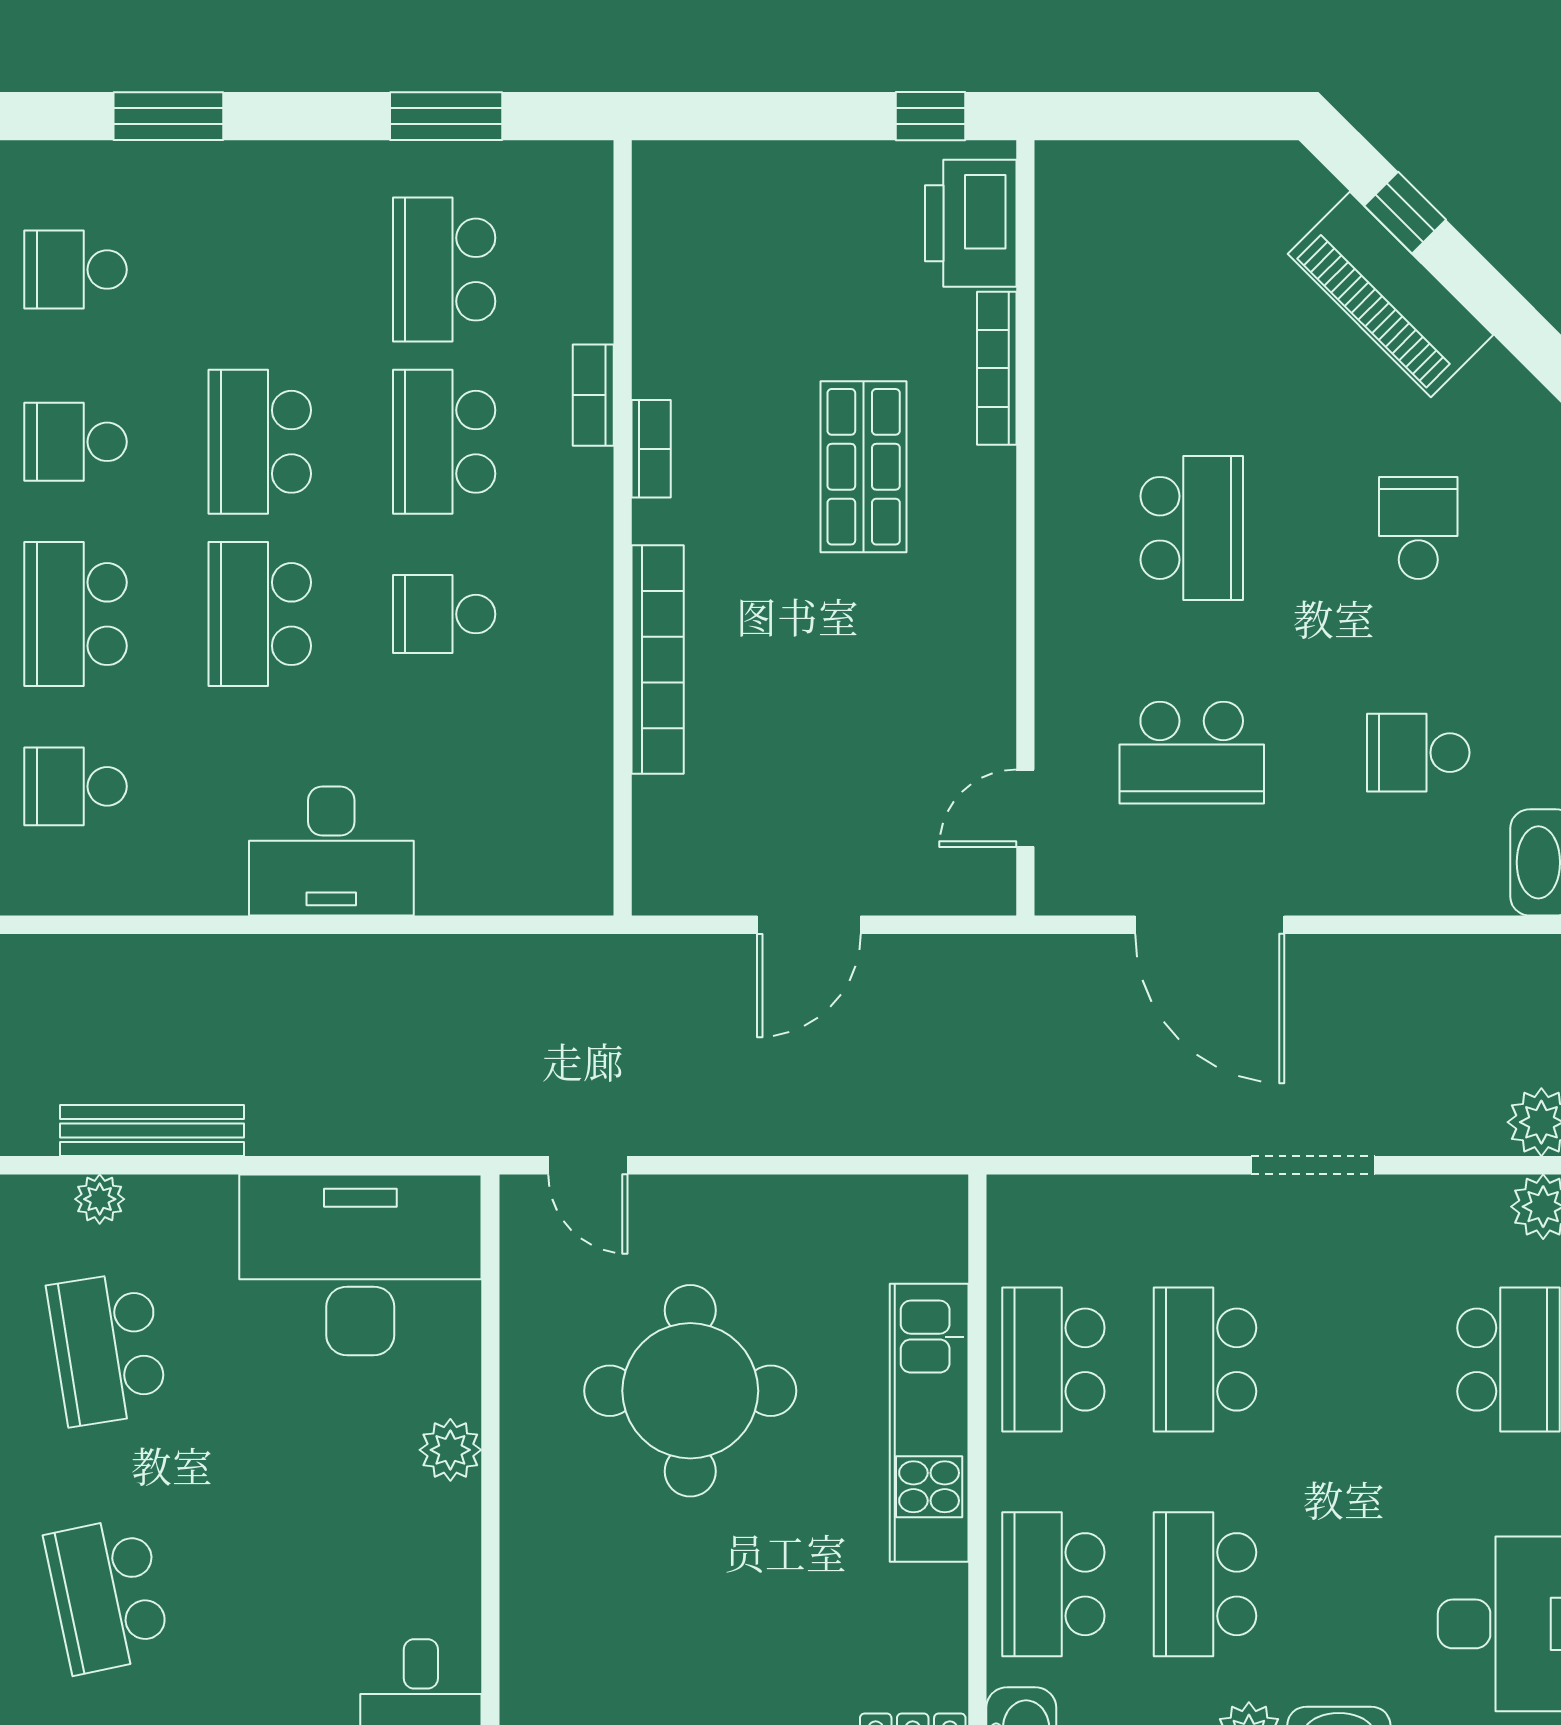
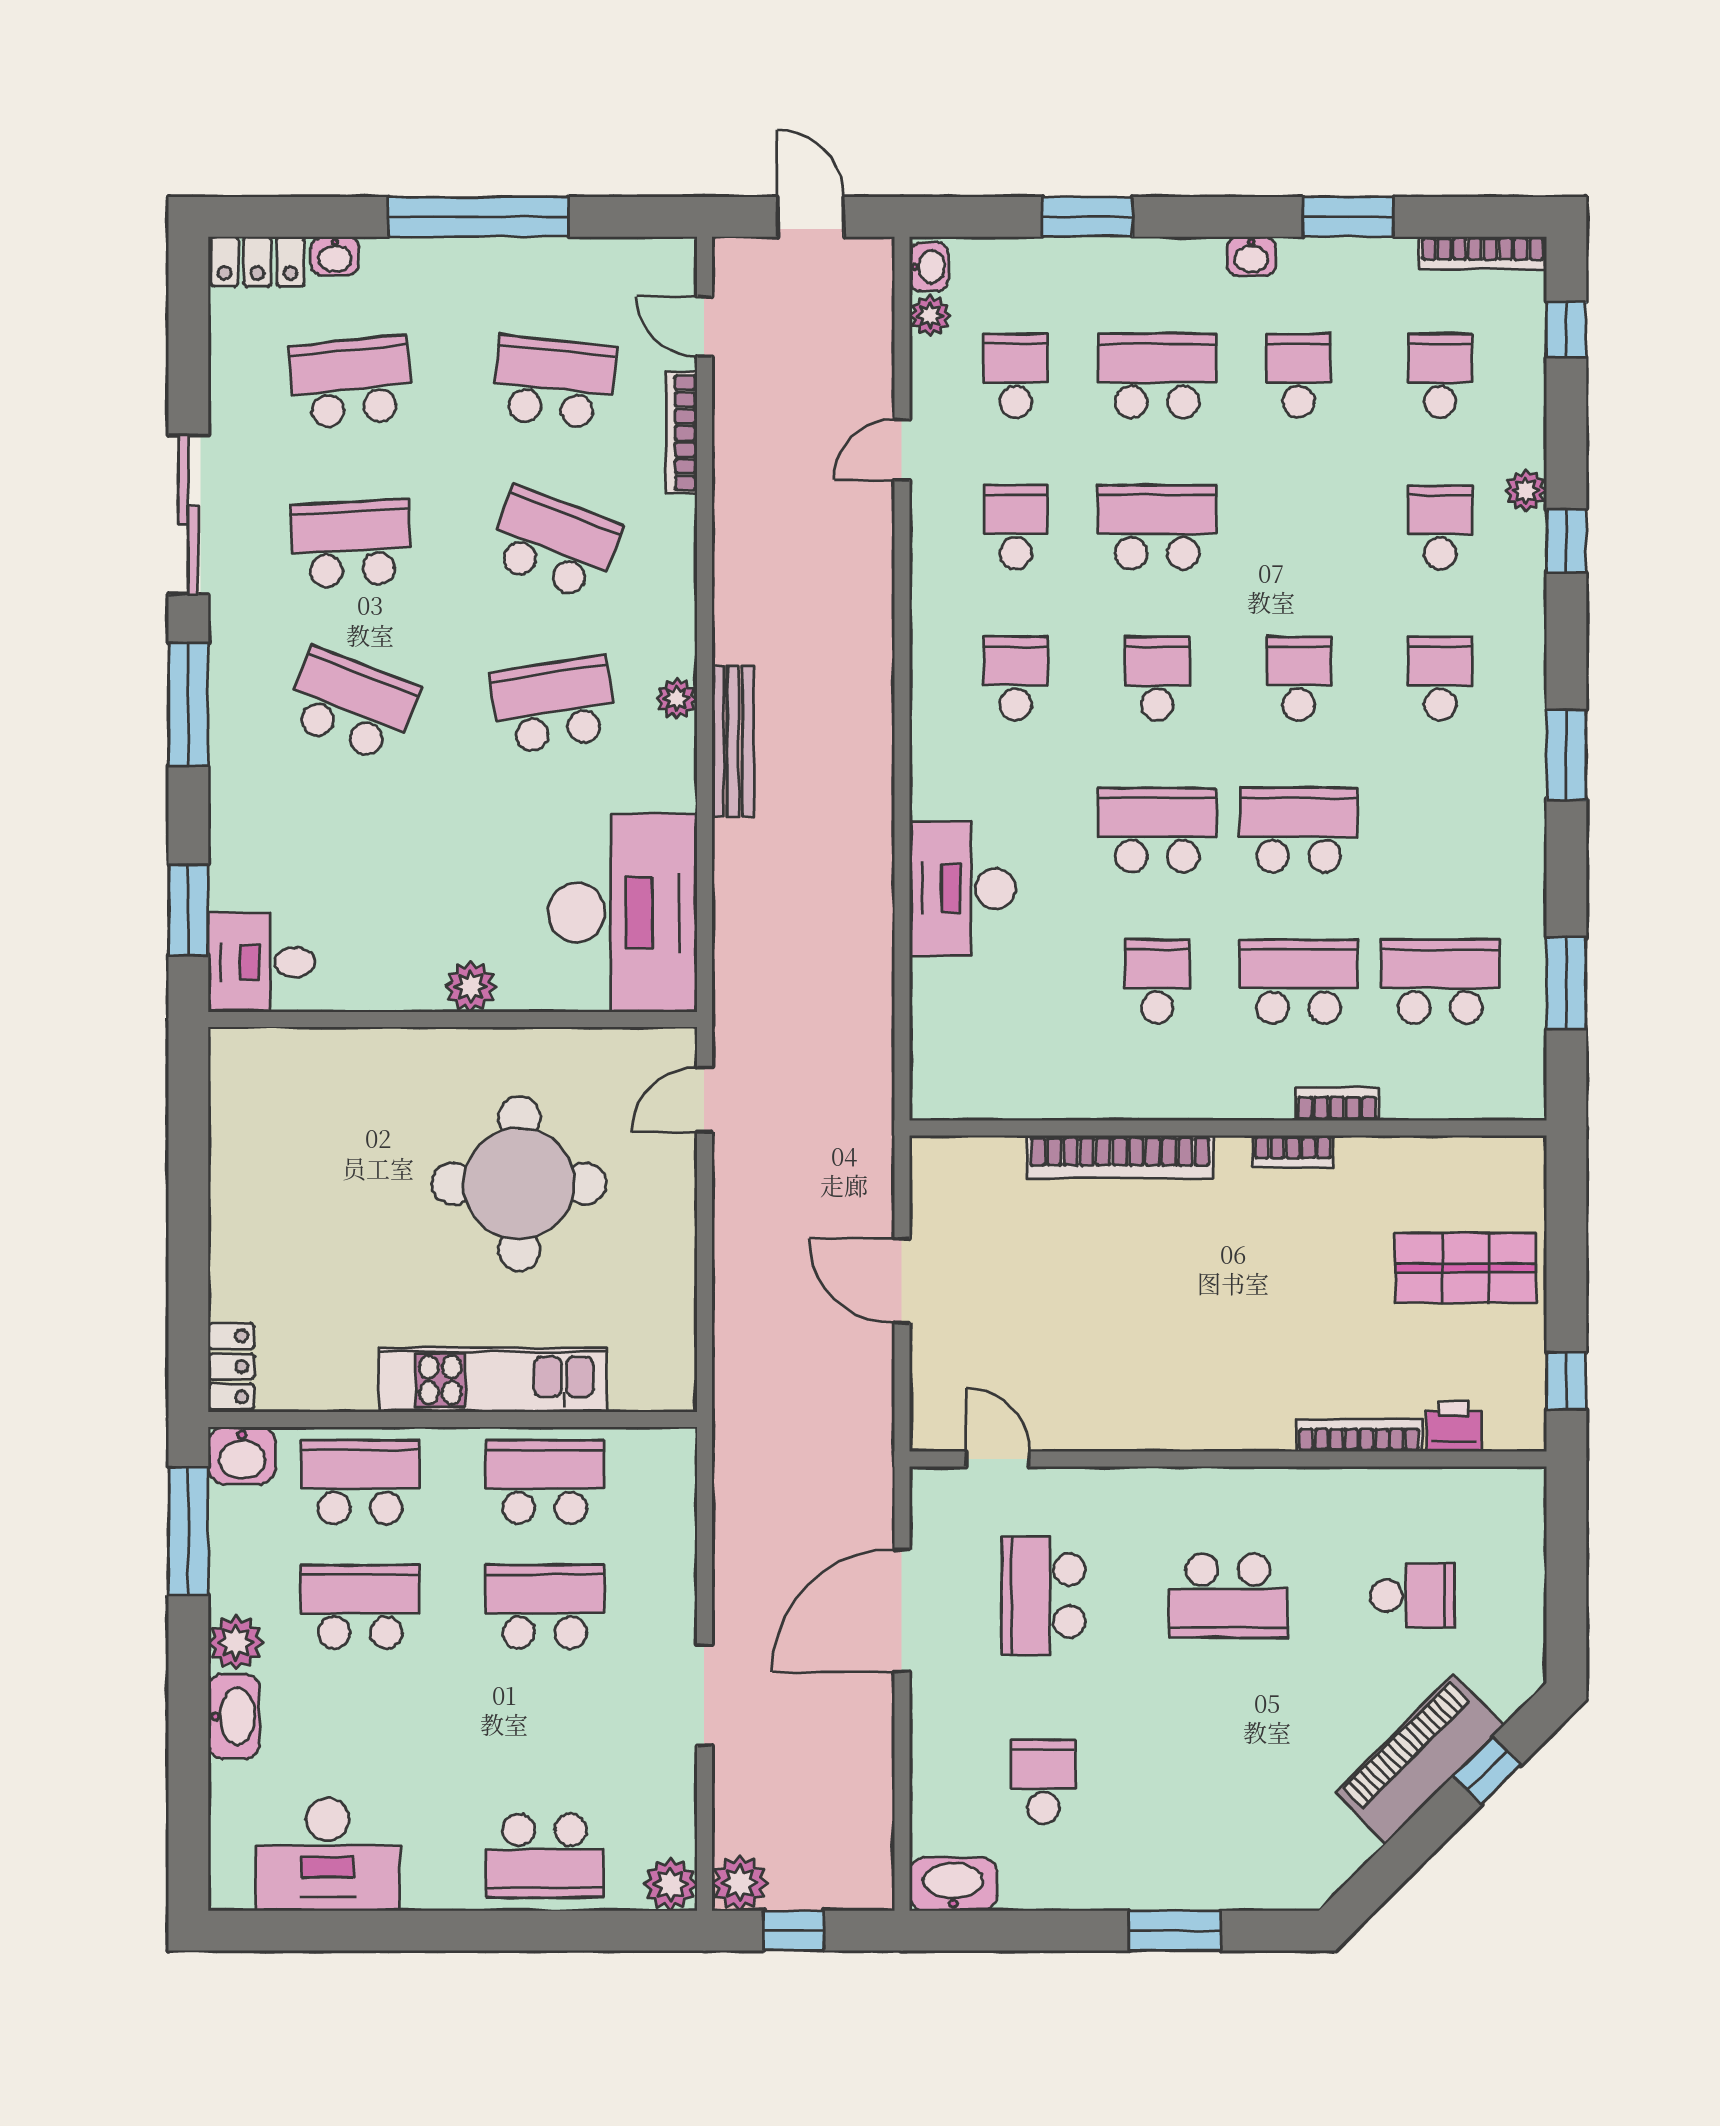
printer: (971, 223) -> (1454, 1426), width x0.53, depth x0.68
shop shelf: (864, 467) -> (1466, 1268), moved
school desk: (1418, 528) -> (1413, 1596), moved
school desk: (75, 614) -> (1157, 679), width x0.54
school desk: (107, 1595) -> (351, 705), turned 33

